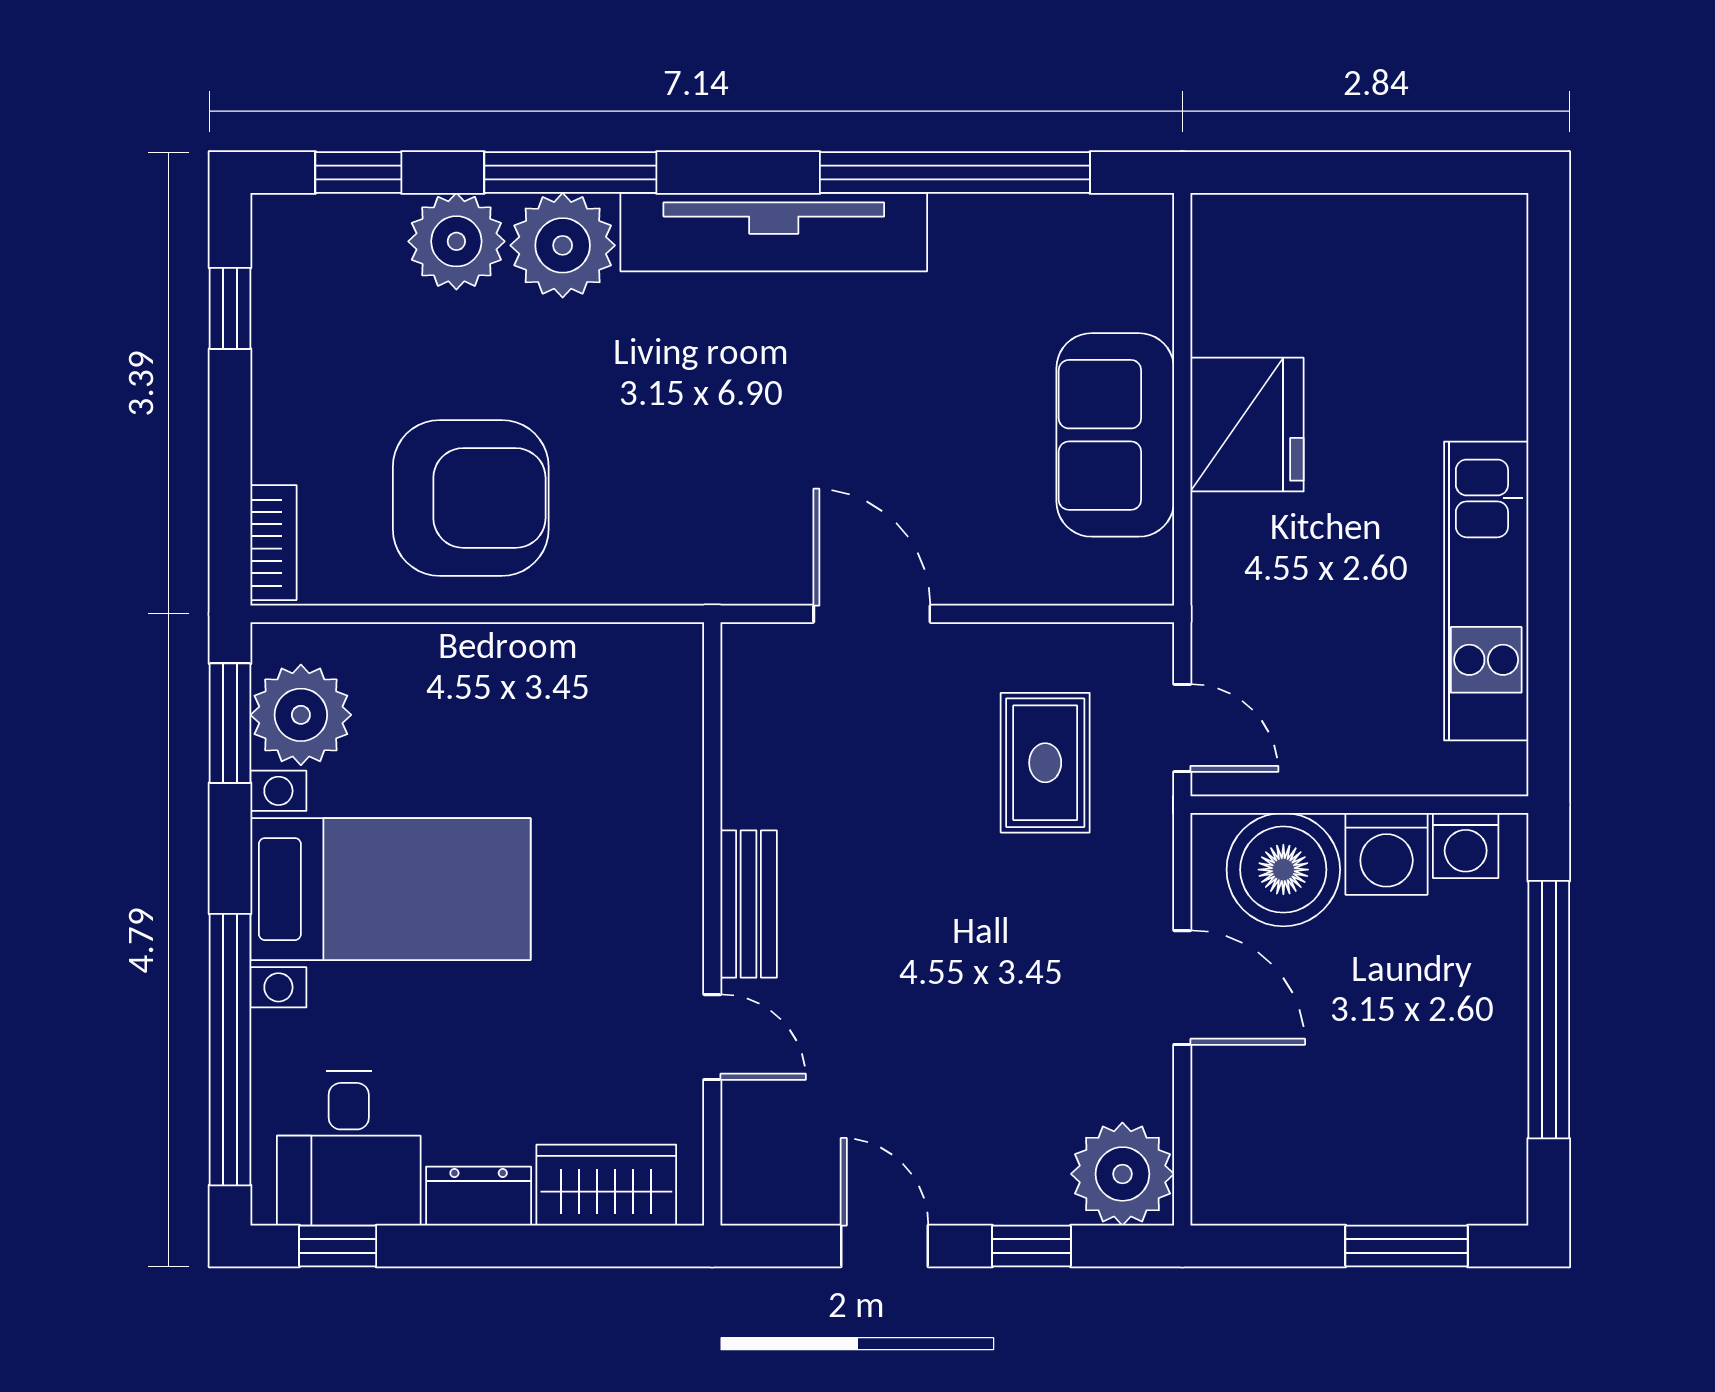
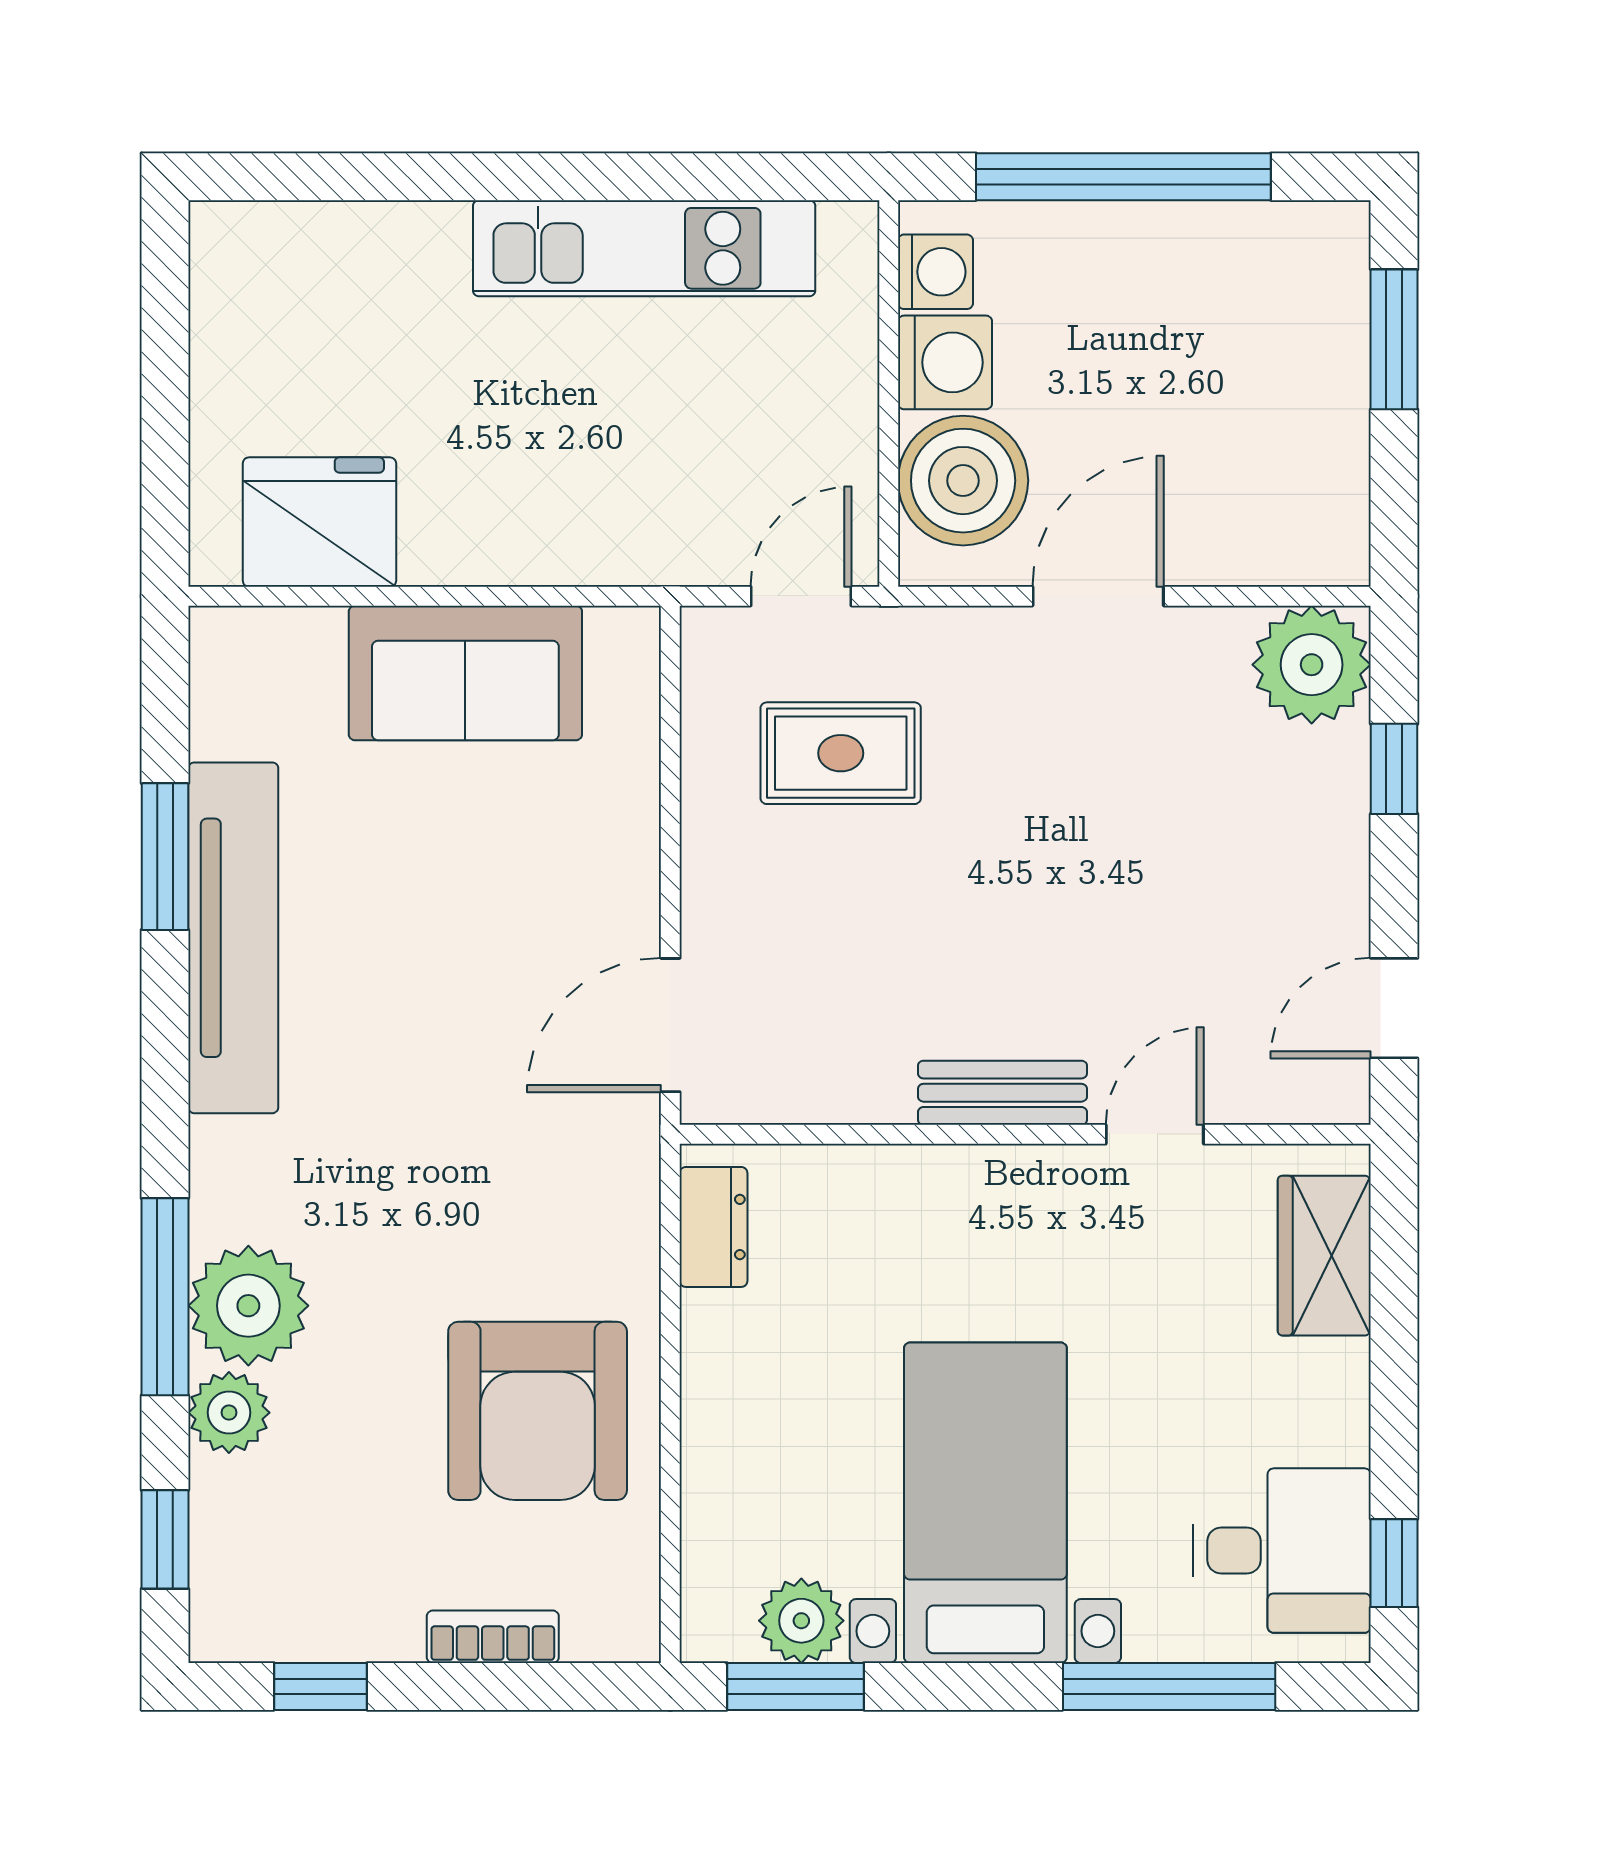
window: (955, 173) -> (165, 857), width x0.47
tv unit: (774, 232) -> (233, 938), moved
plant: (456, 241) -> (229, 1413), width x0.73, depth x0.73
fridge: (1247, 425) -> (319, 522), moved
armchair: (471, 498) -> (538, 1411), turned 180
bookcase: (273, 543) -> (493, 1637), moved
door: (872, 614) -> (670, 1025), moved
plant: (301, 715) -> (801, 1621), width x0.73, depth x0.73
window: (230, 1050) -> (1169, 1686), width x0.68
dresser: (479, 1196) -> (713, 1227), moved, turned 180
door: (885, 1246) -> (1394, 1008), moved

